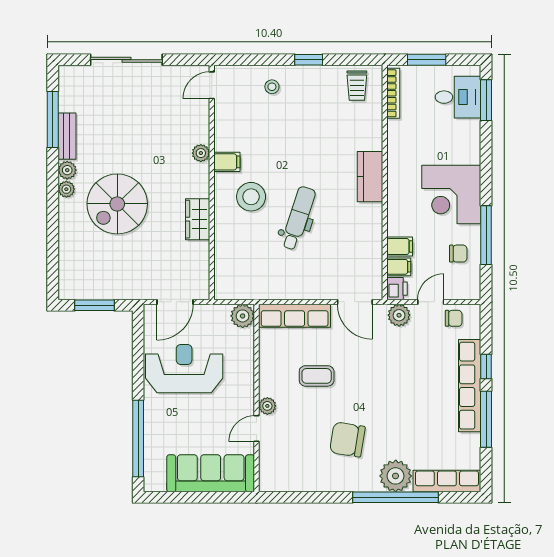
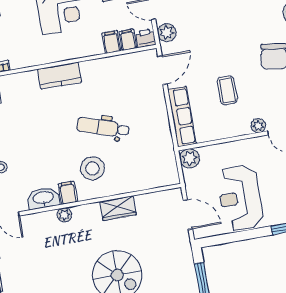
washbasin: (226, 131) -> (43, 198), added

